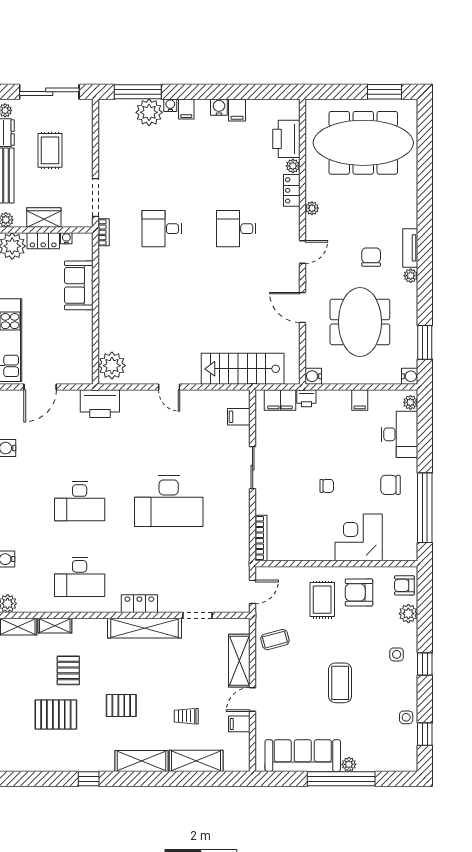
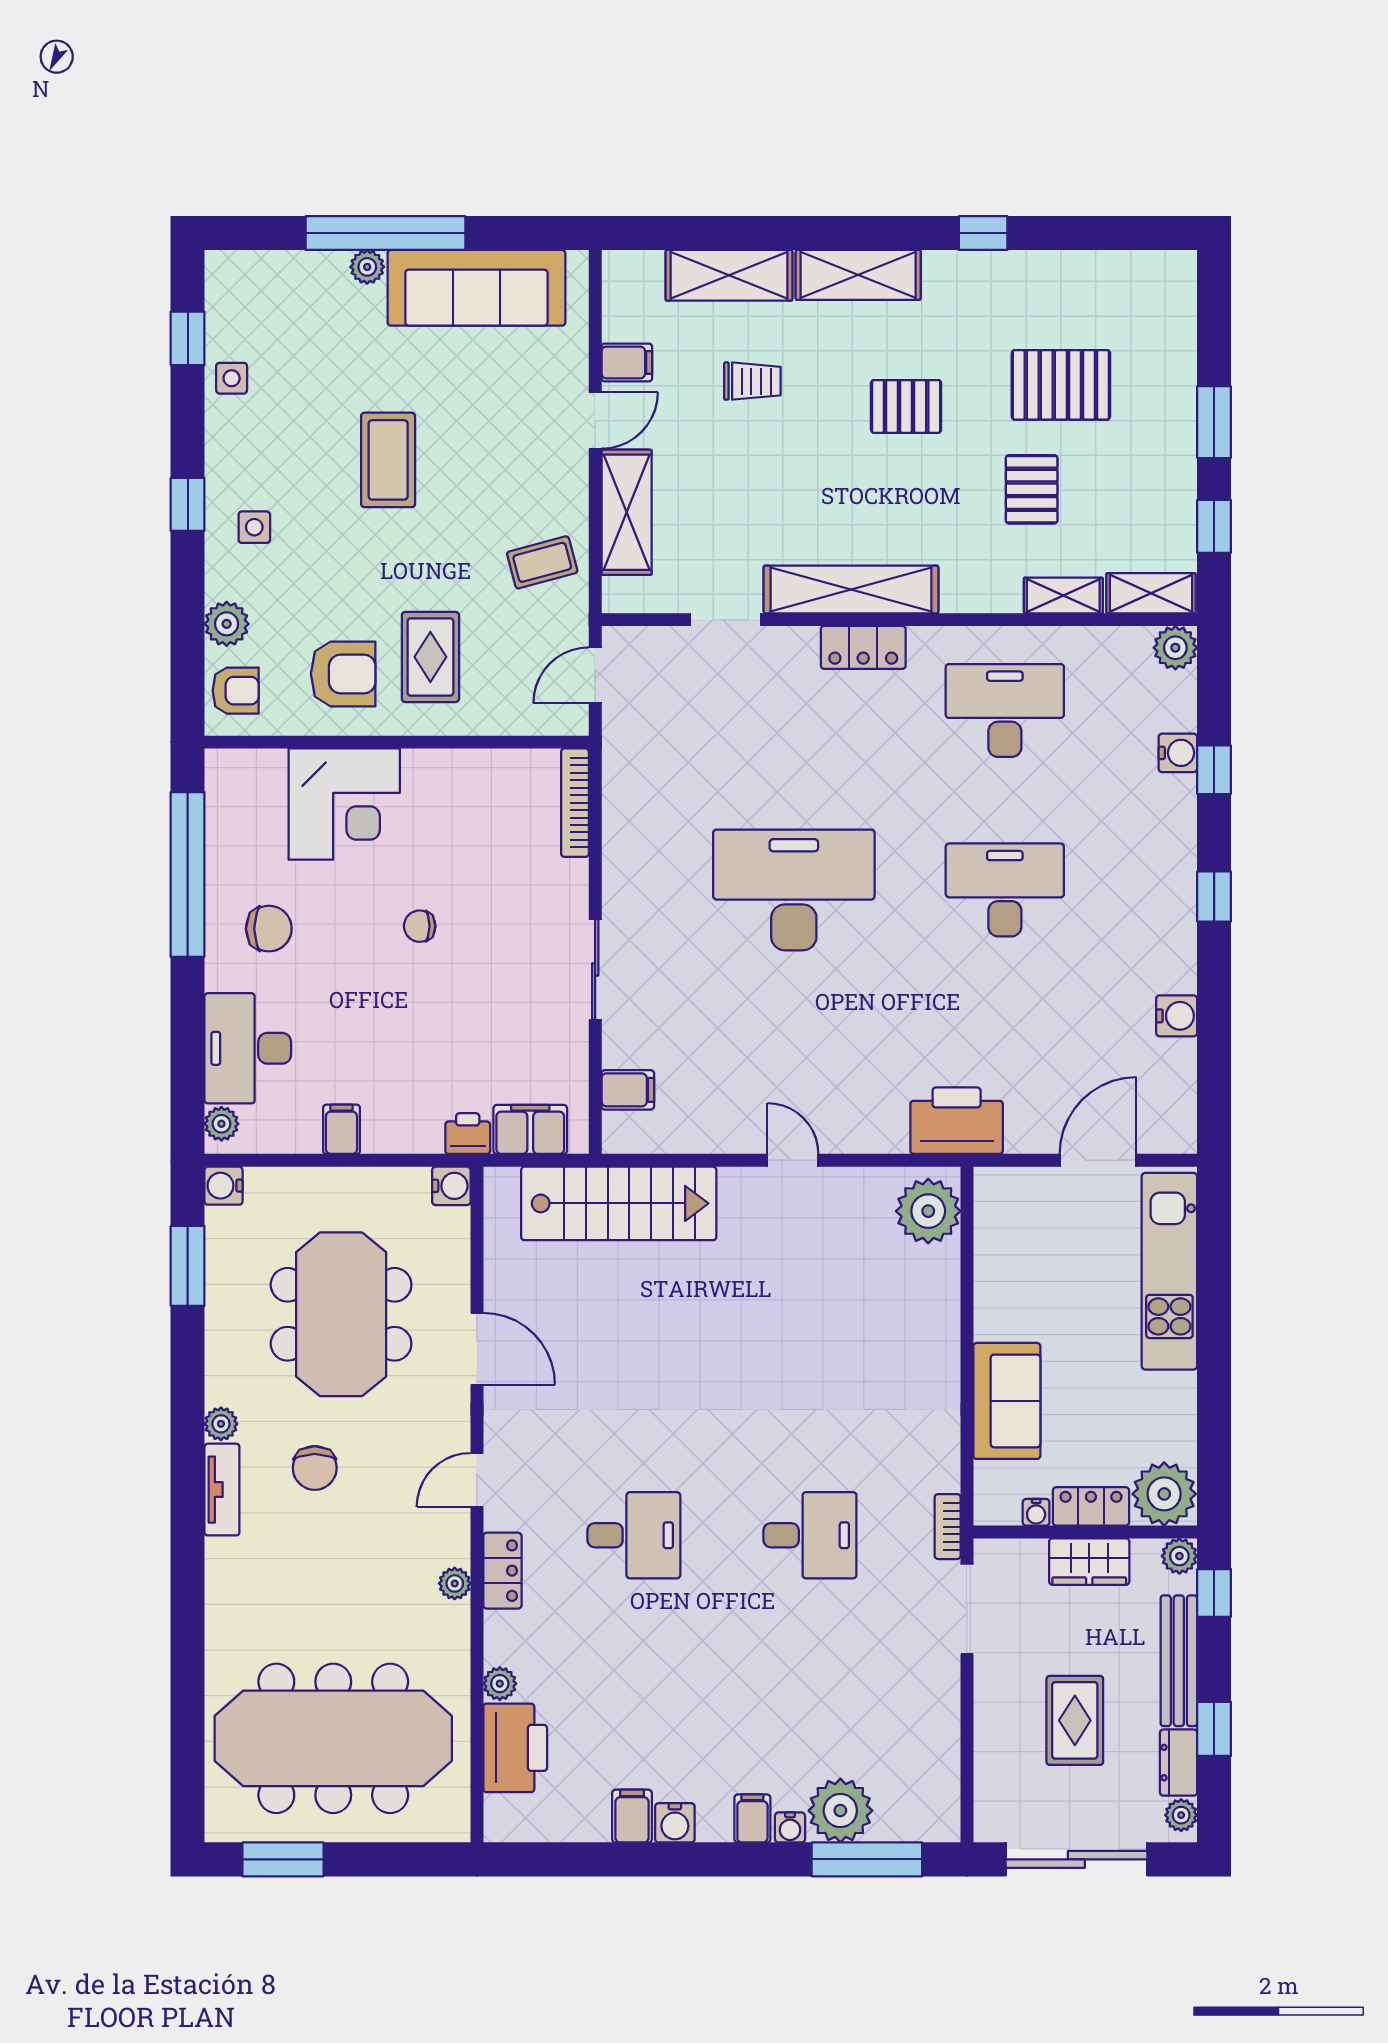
locker: (292, 190) -> (502, 1571), moved

